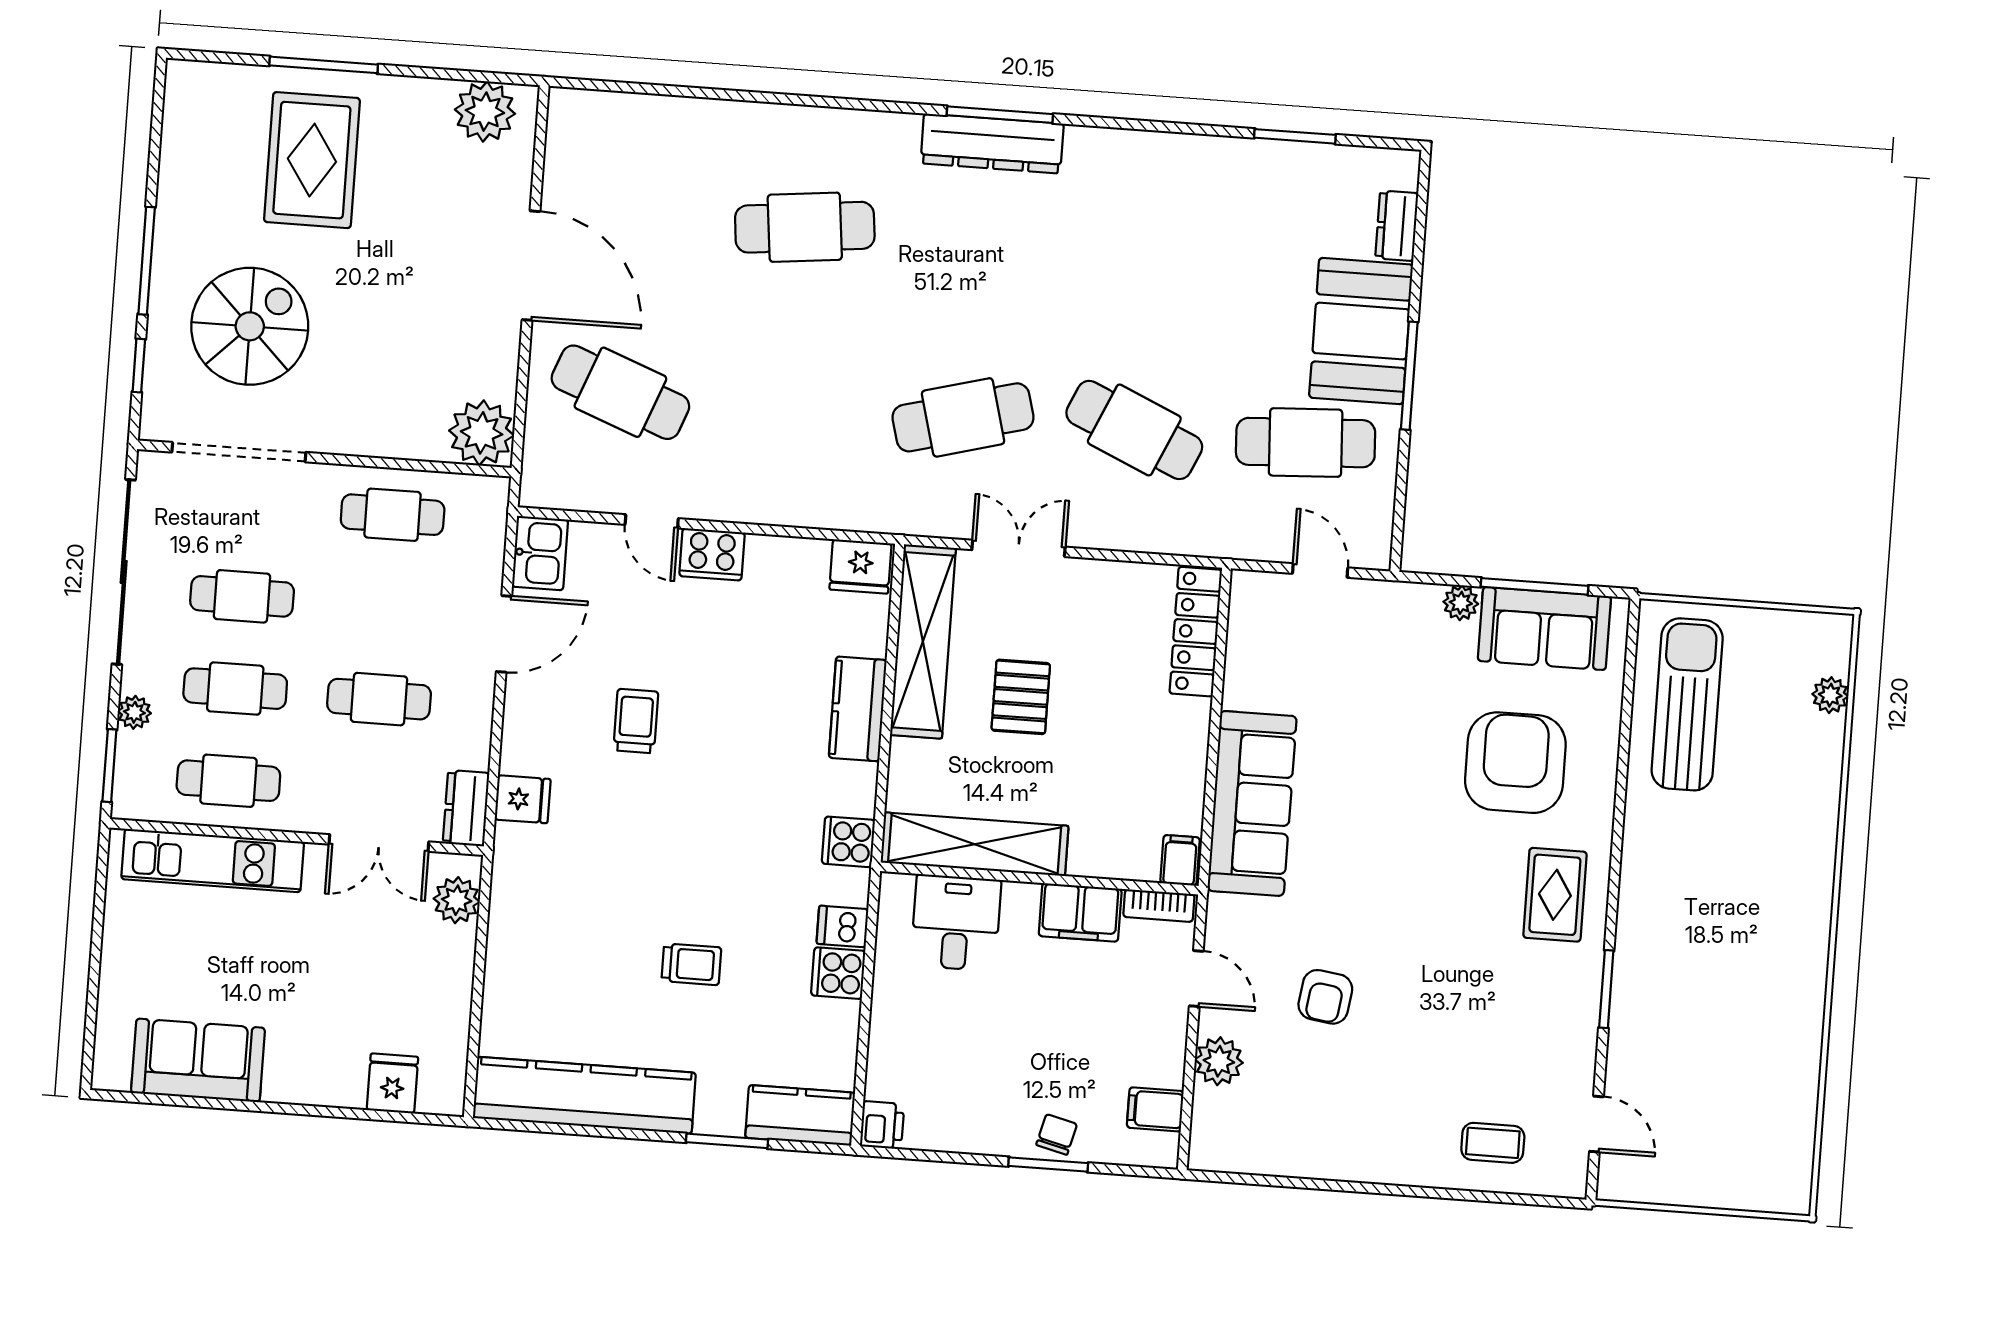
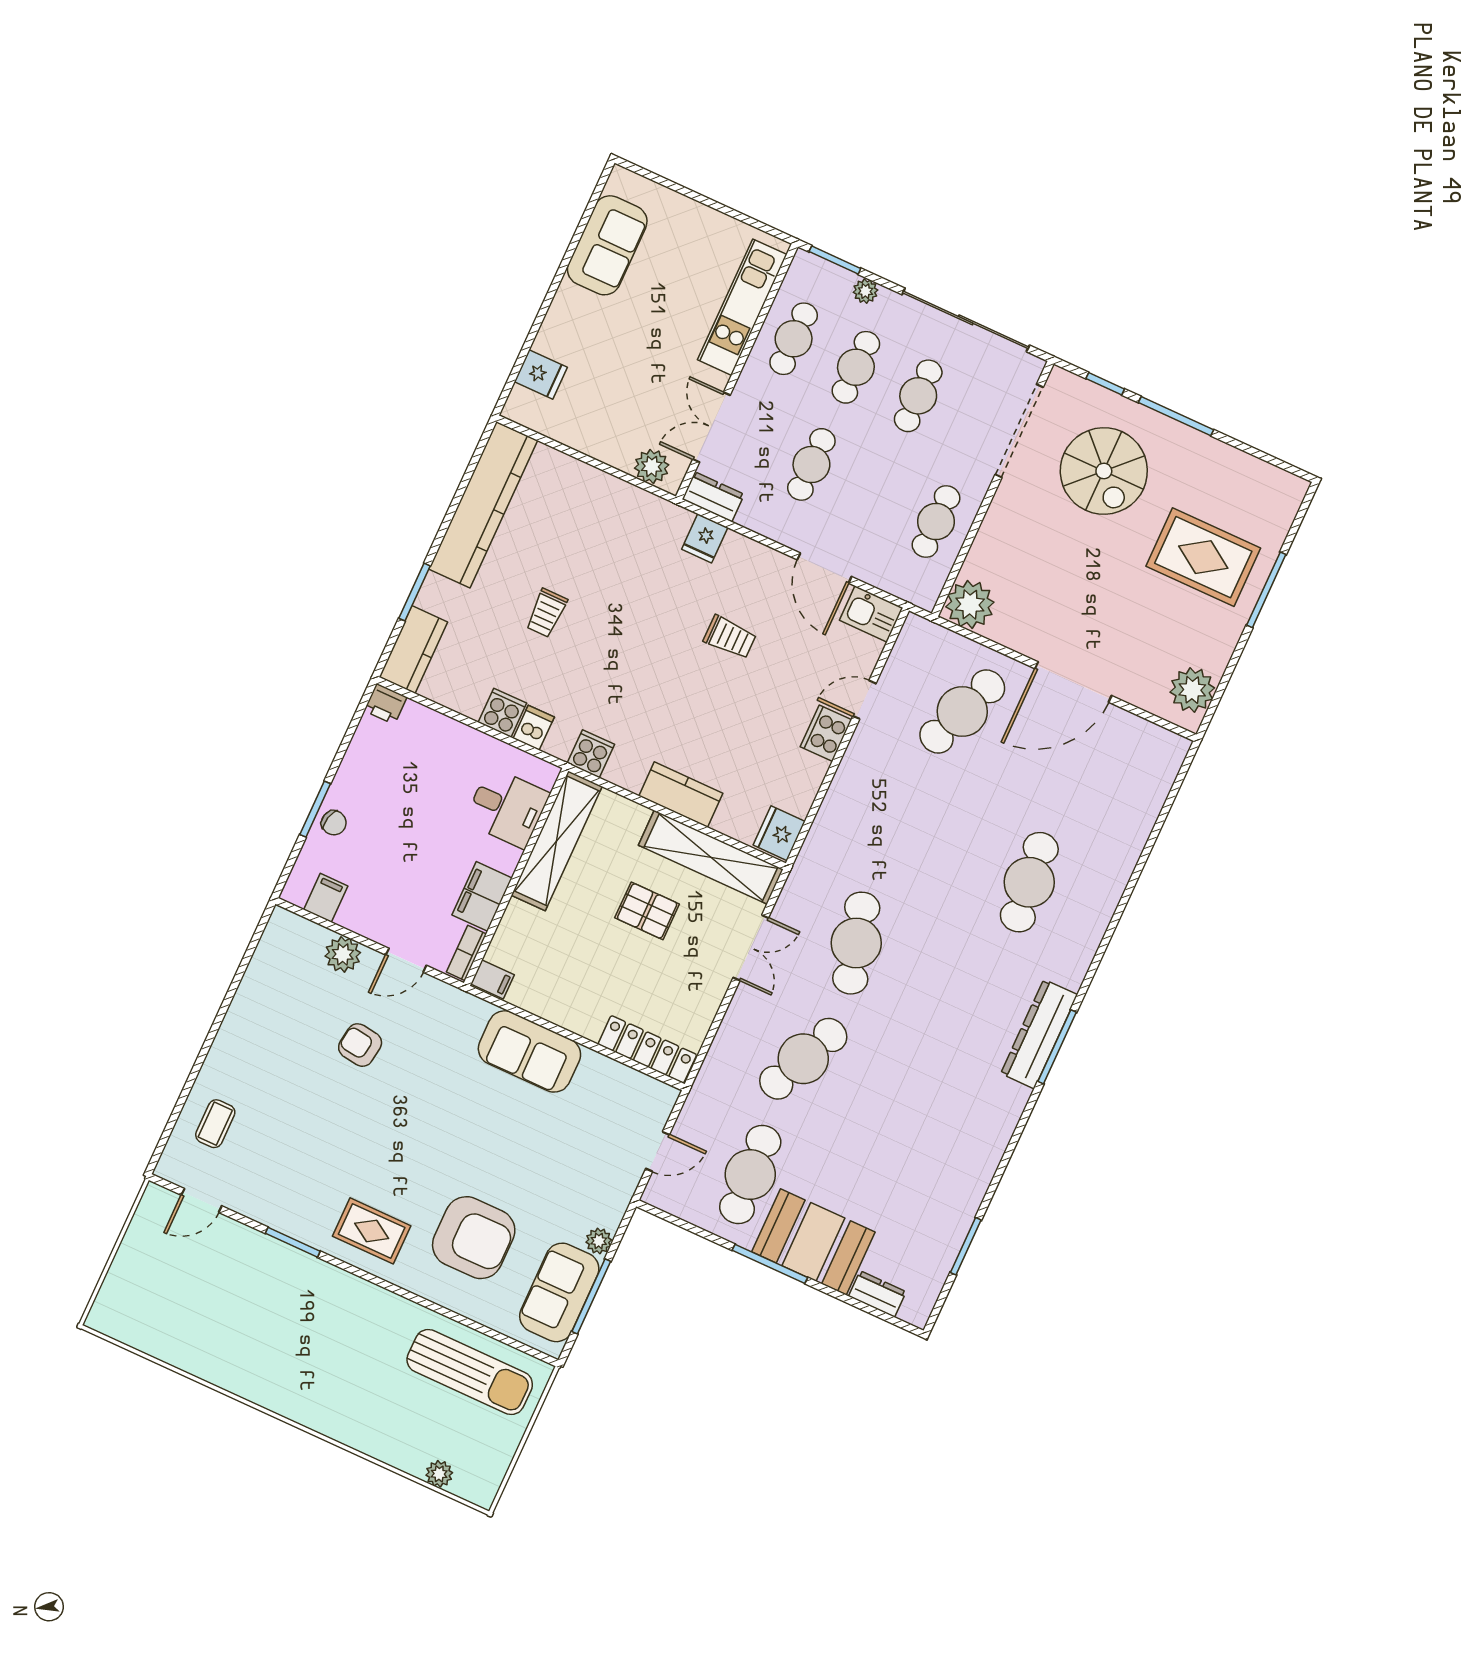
sofa: (1252, 803) -> (529, 1051), width x0.73

